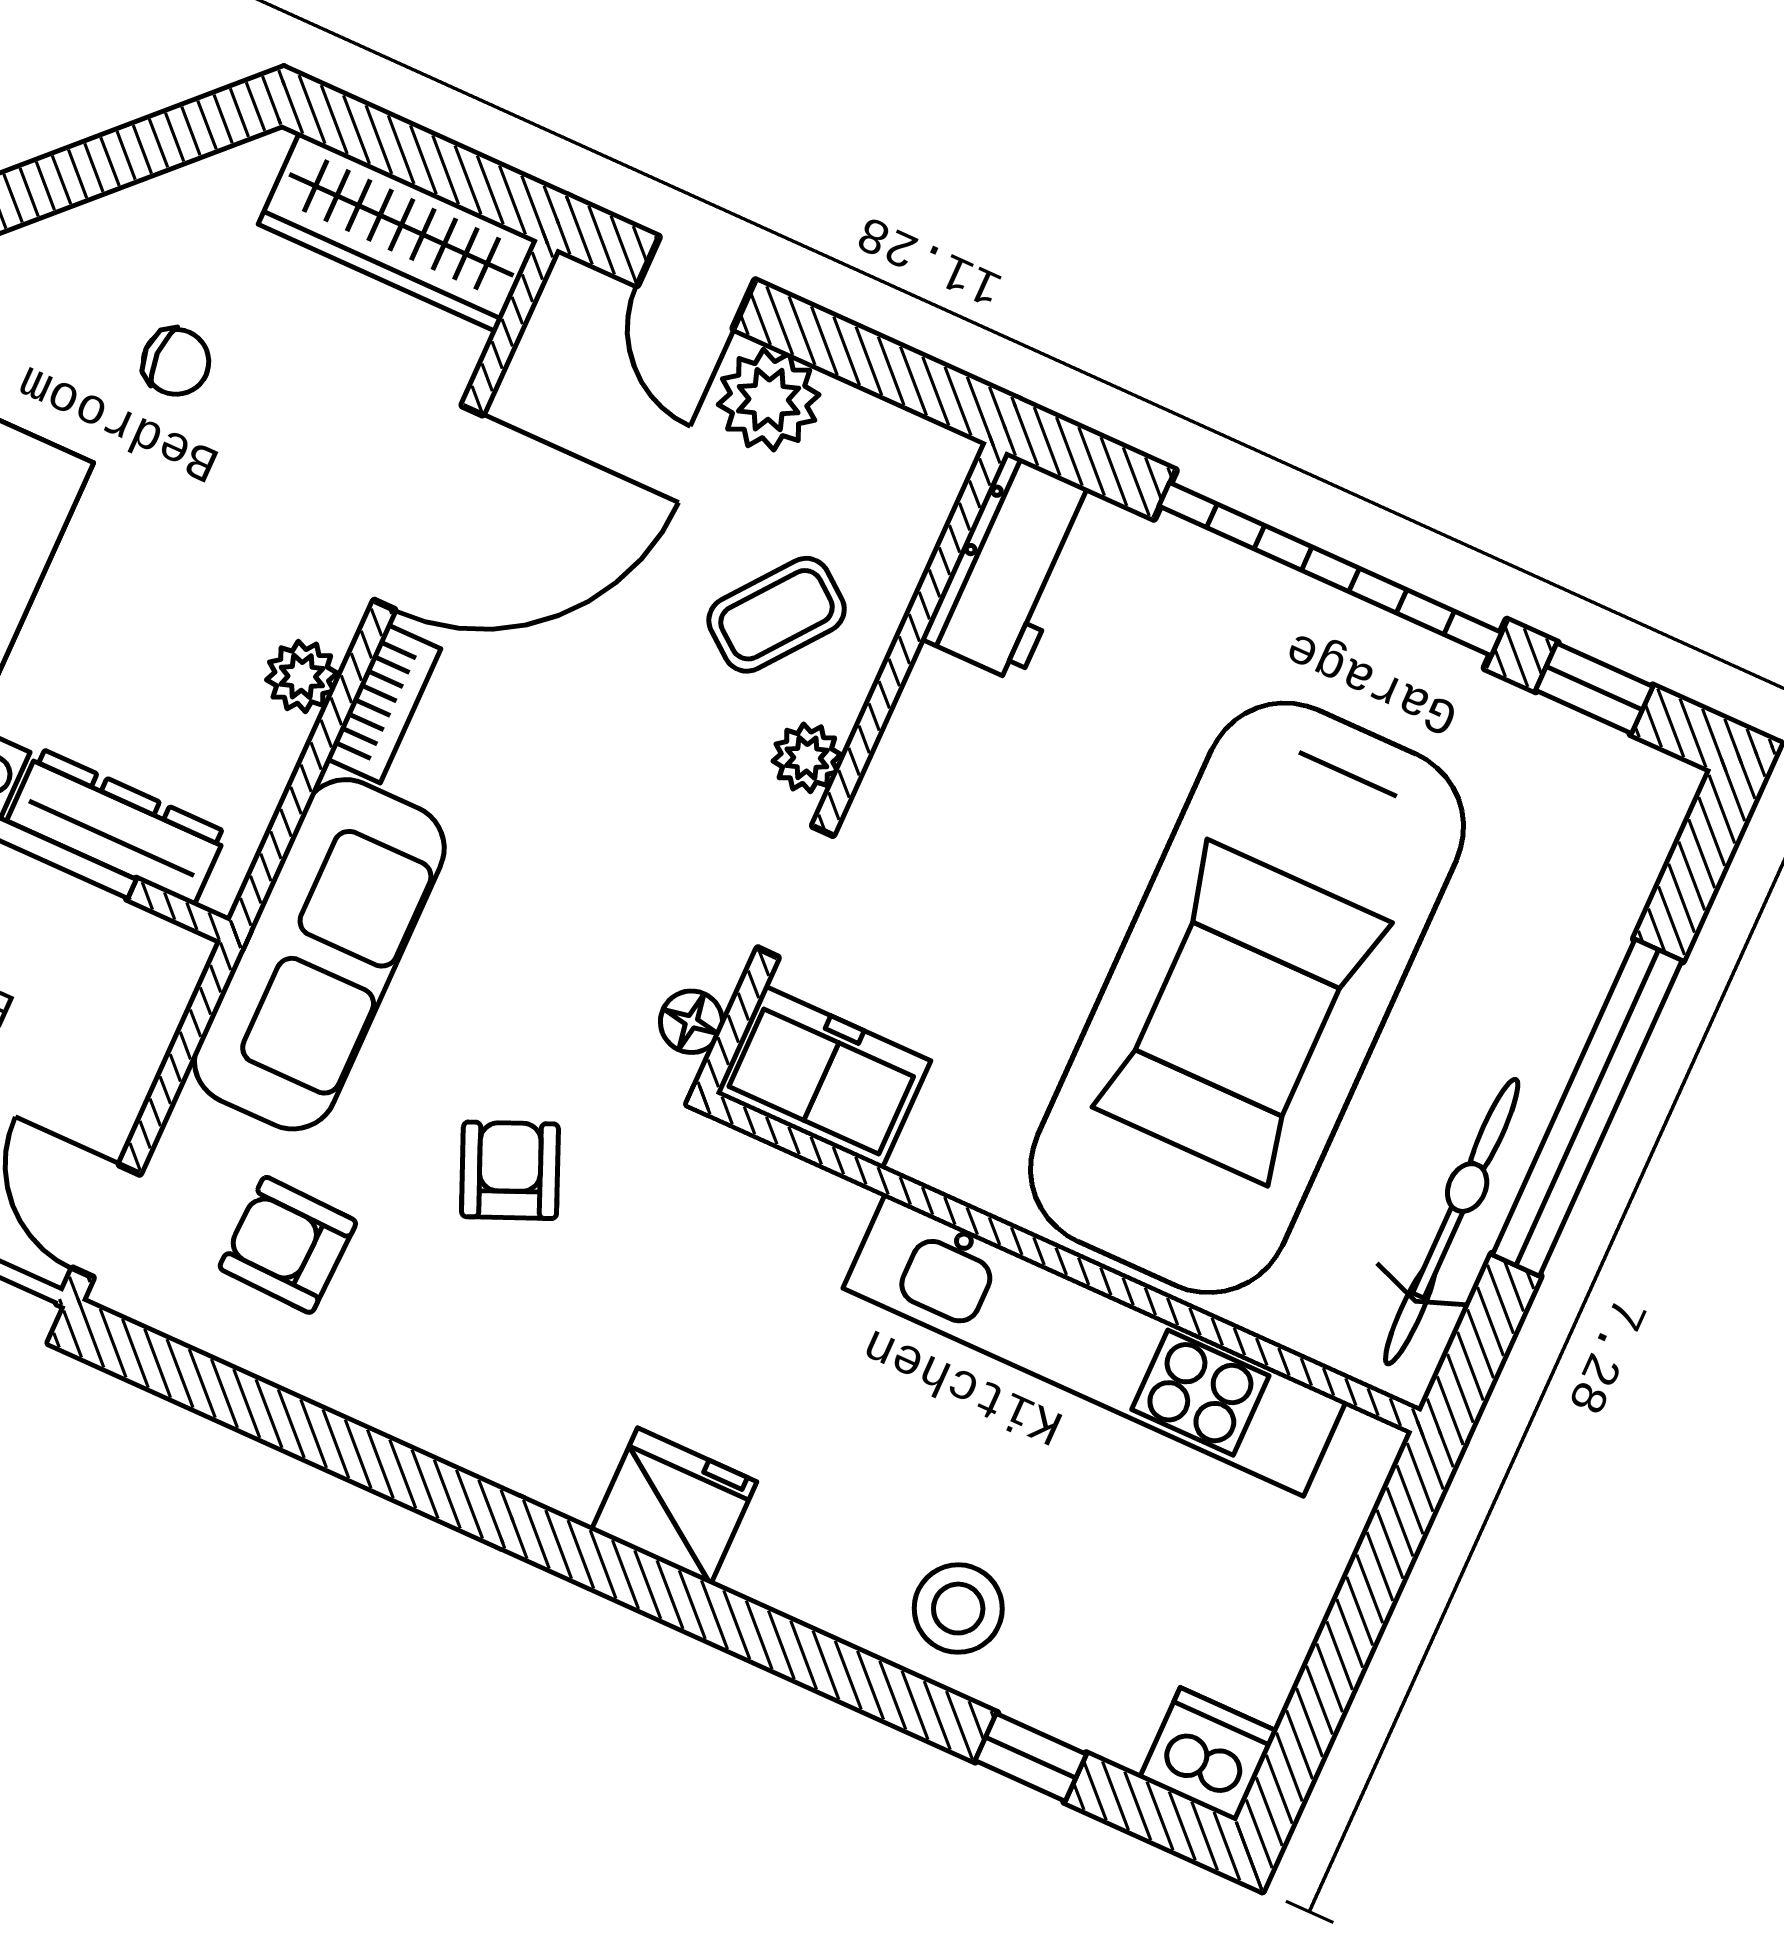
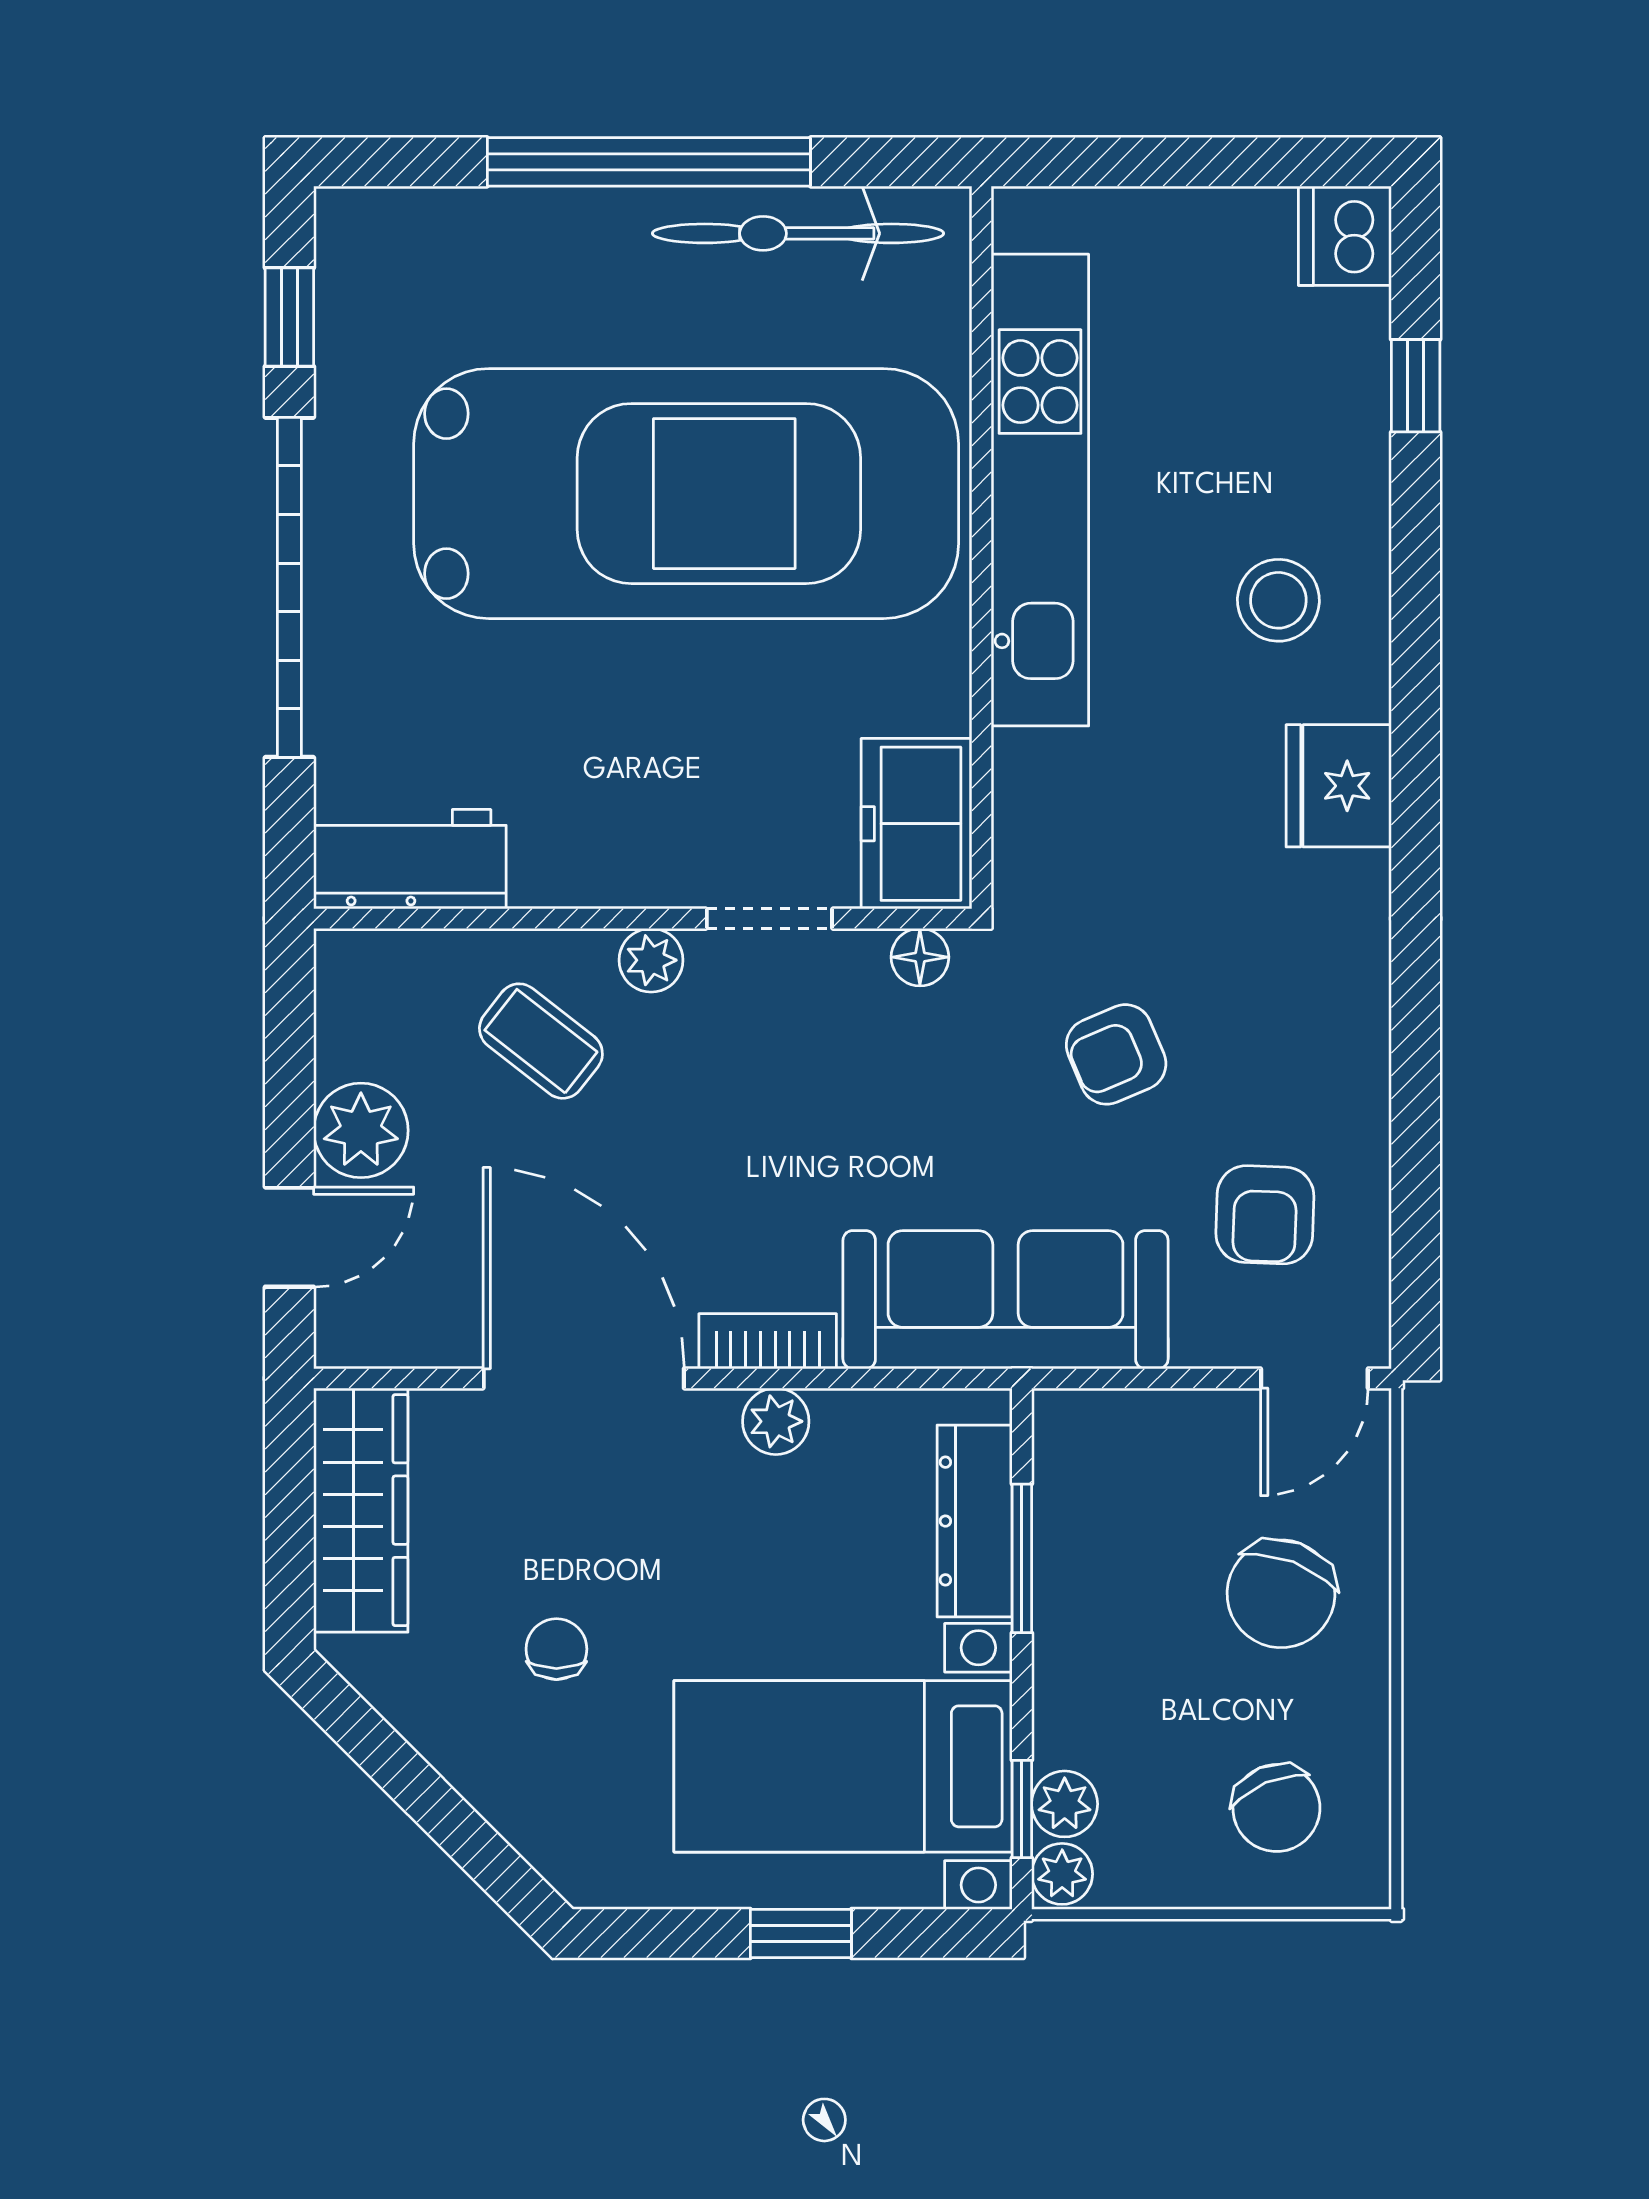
stool: (958, 1609) -> (1278, 600), moved

